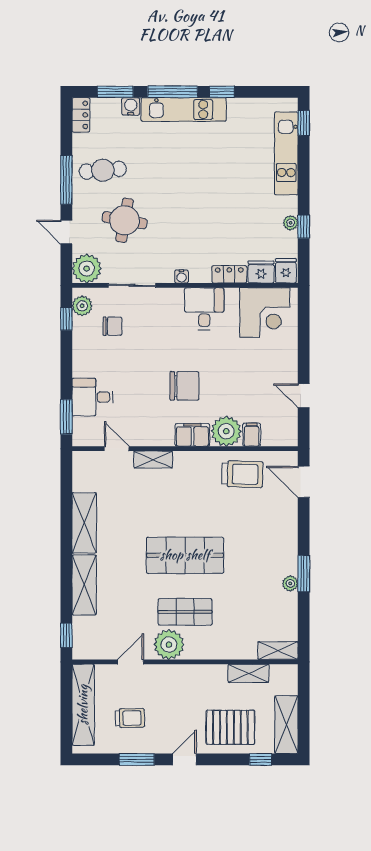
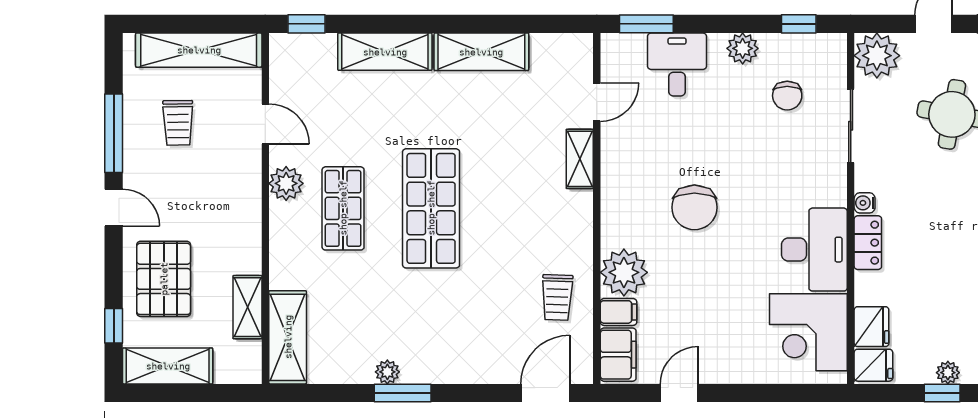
locker: (229, 274) -> (868, 243), moved
plant: (82, 306) -> (743, 48), moved
desk: (204, 309) -> (814, 250), width x1.37
filing cabinet: (192, 435) -> (618, 355), moved
trolley: (242, 474) -> (557, 297), width x0.73, depth x0.72
plant: (169, 645) -> (286, 183), width x0.73, depth x0.73
shelving: (278, 651) -> (288, 337), width x1.50, depth x1.33
window: (137, 759) -> (114, 133), width x1.44

